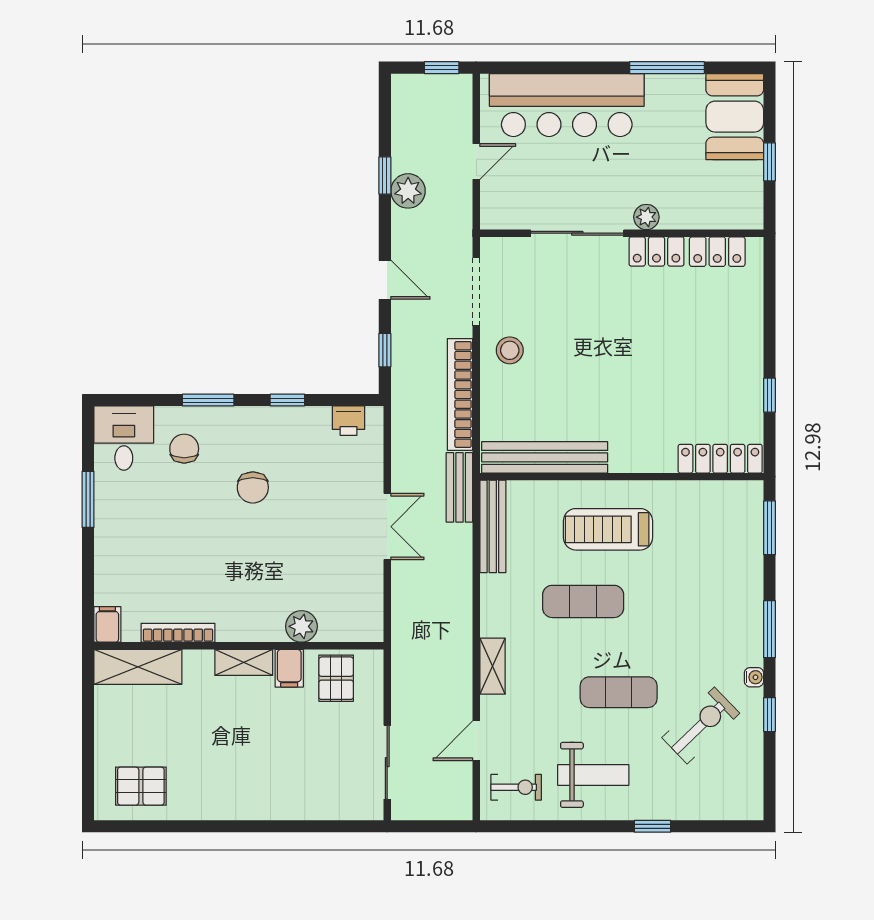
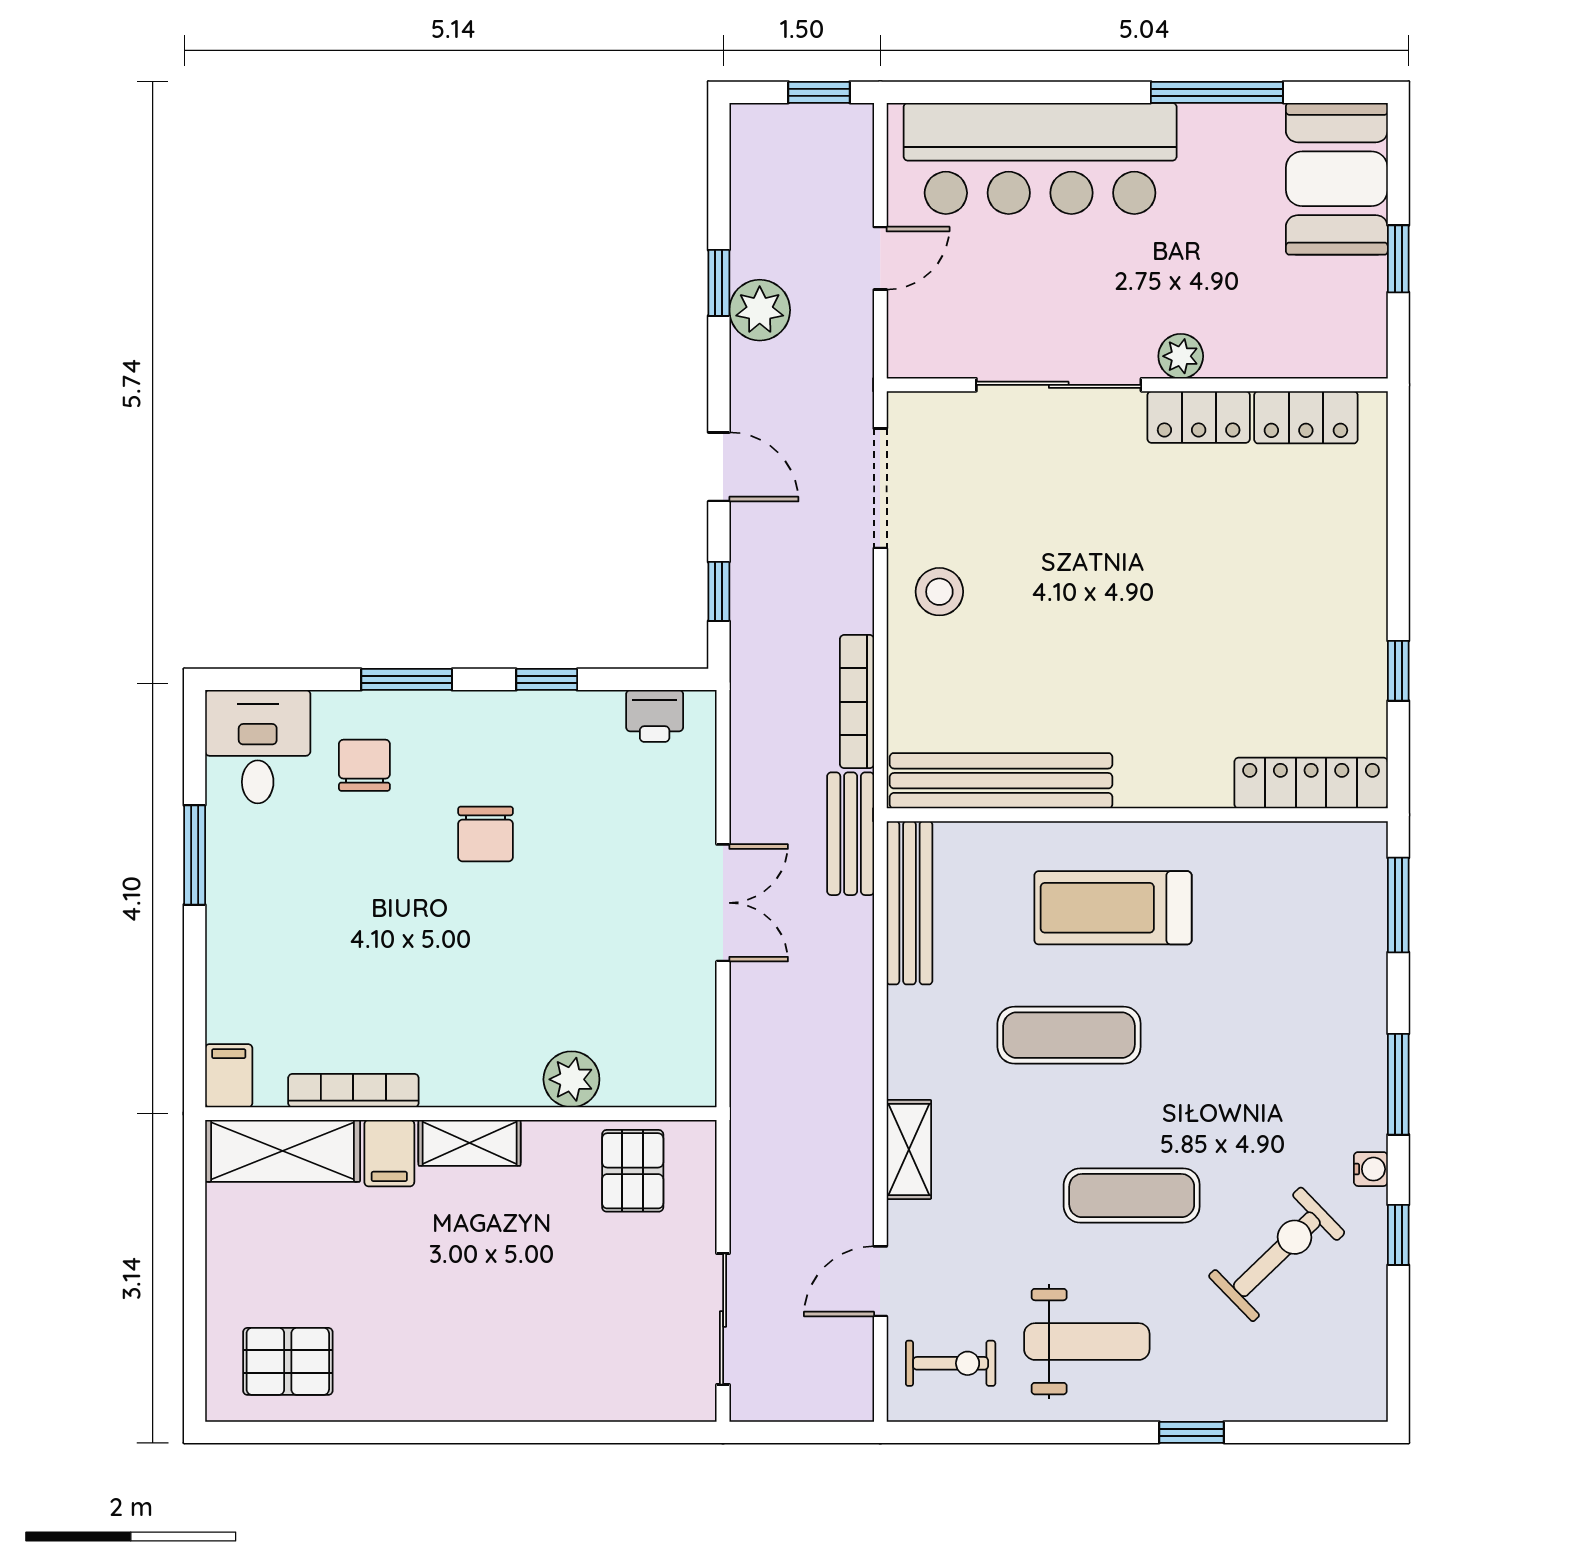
bookcase: (460, 394) -> (857, 702), width x0.68, depth x0.76
filing cabinet: (289, 668) -> (389, 1153), moved

